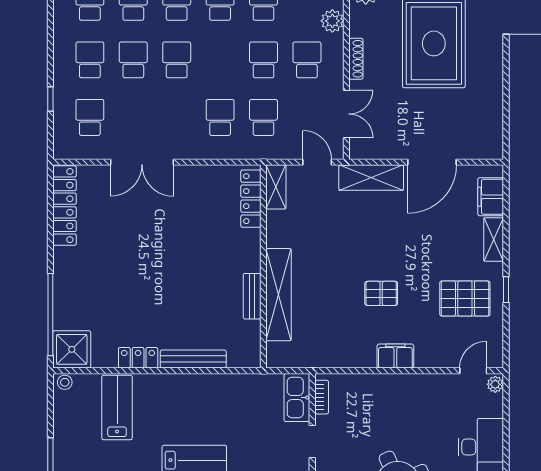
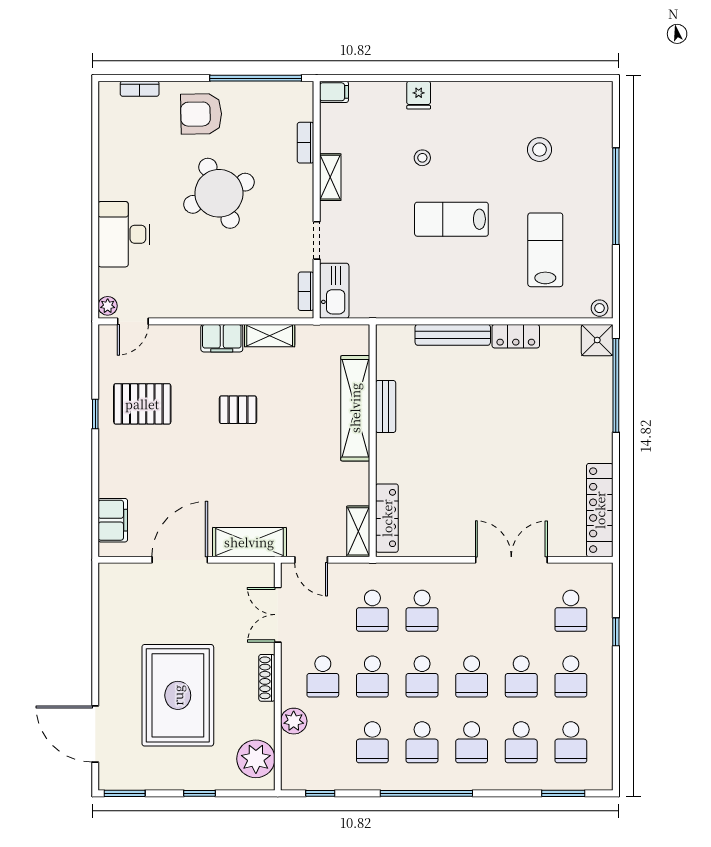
school desk: (220, 60) -> (422, 677), added
shelving: (494, 240) -> (270, 336), moved, turned 90
shower: (72, 349) -> (597, 340), width x0.73, depth x0.73
lab bench: (117, 408) -> (545, 250), moved, turned 180

